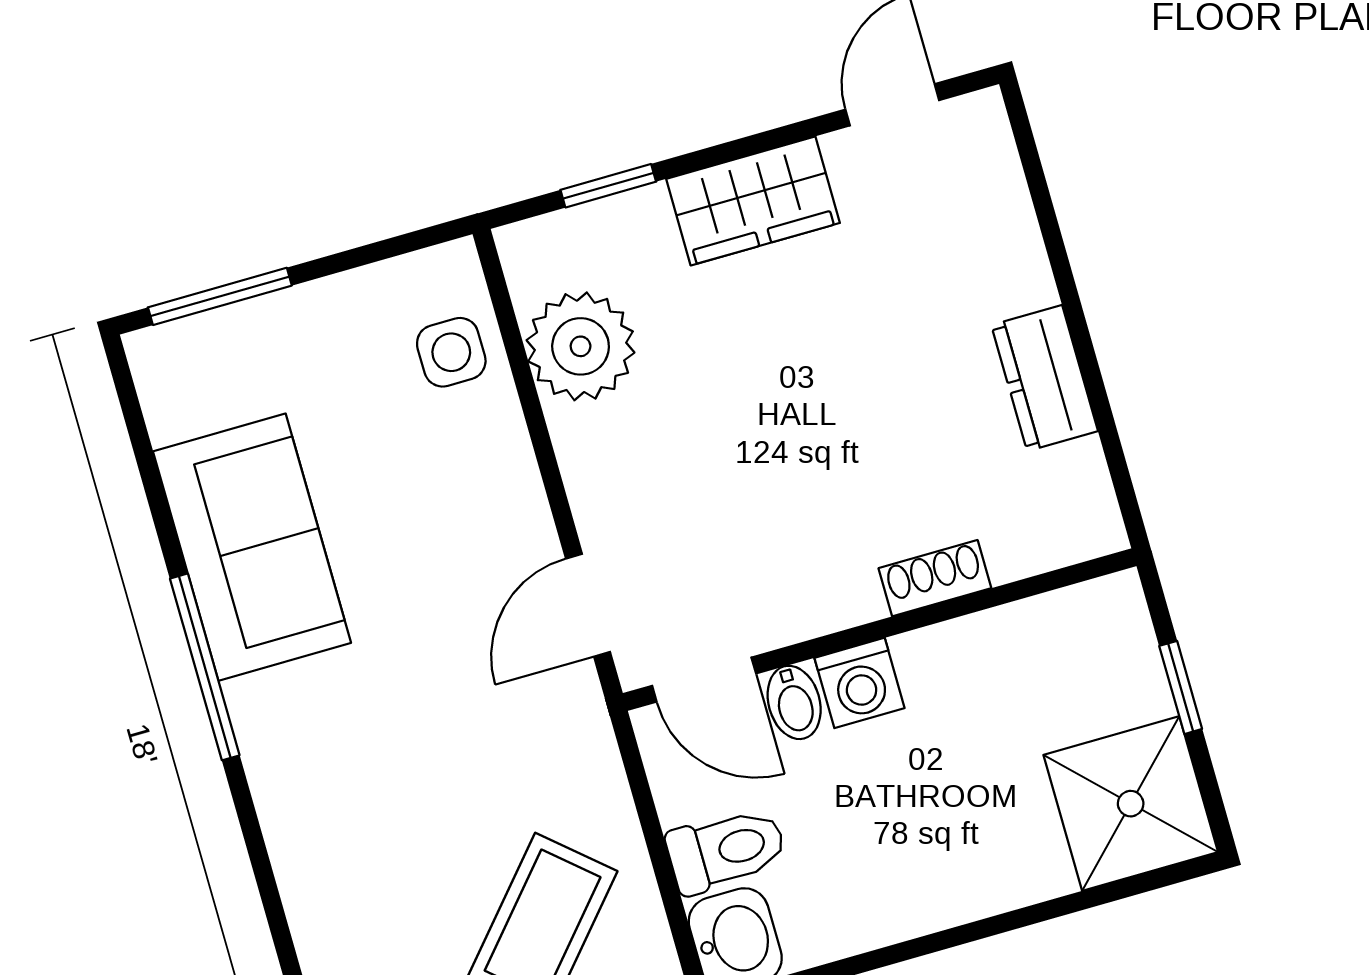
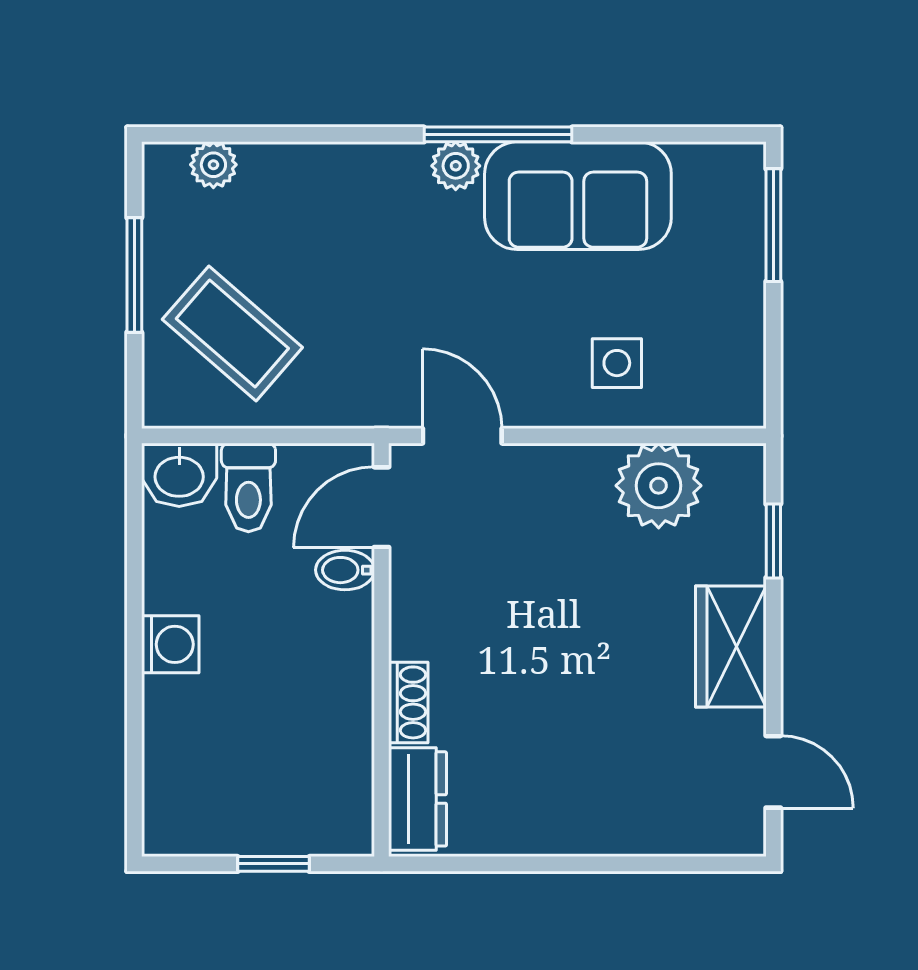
side table: (451, 352) -> (617, 363), moved
dresser: (1045, 378) -> (418, 799), moved, turned 90
washing machine: (860, 683) -> (170, 644), moved, turned 180
plant: (258, 708) -> (456, 166), added
shower: (1131, 804) -> (197, 801), removed

